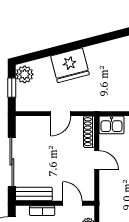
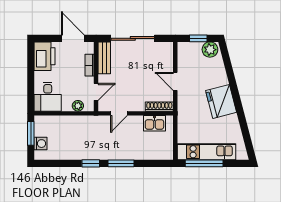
fridge: (70, 65) -> (221, 101), moved
kitchen sink: (111, 125) -> (154, 123), moved, turned -90
door: (97, 160) -> (119, 113), moved

